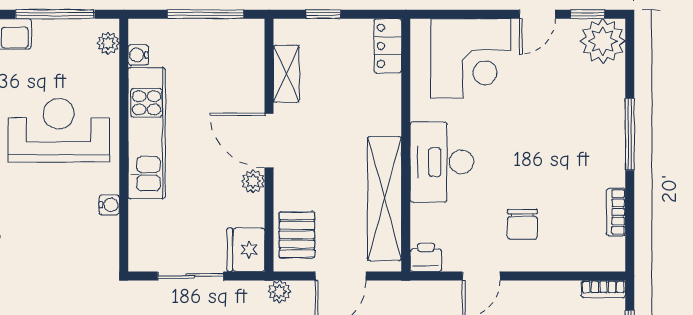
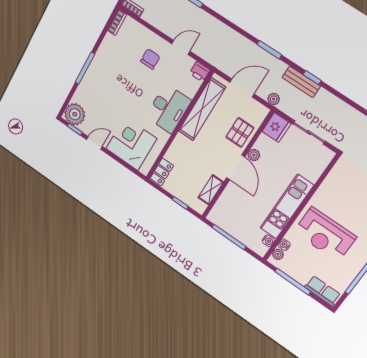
water cooler: (109, 205) -> (284, 245), moved
bookcase: (616, 212) -> (117, 23), moved
pallet: (297, 235) -> (240, 132), moved

